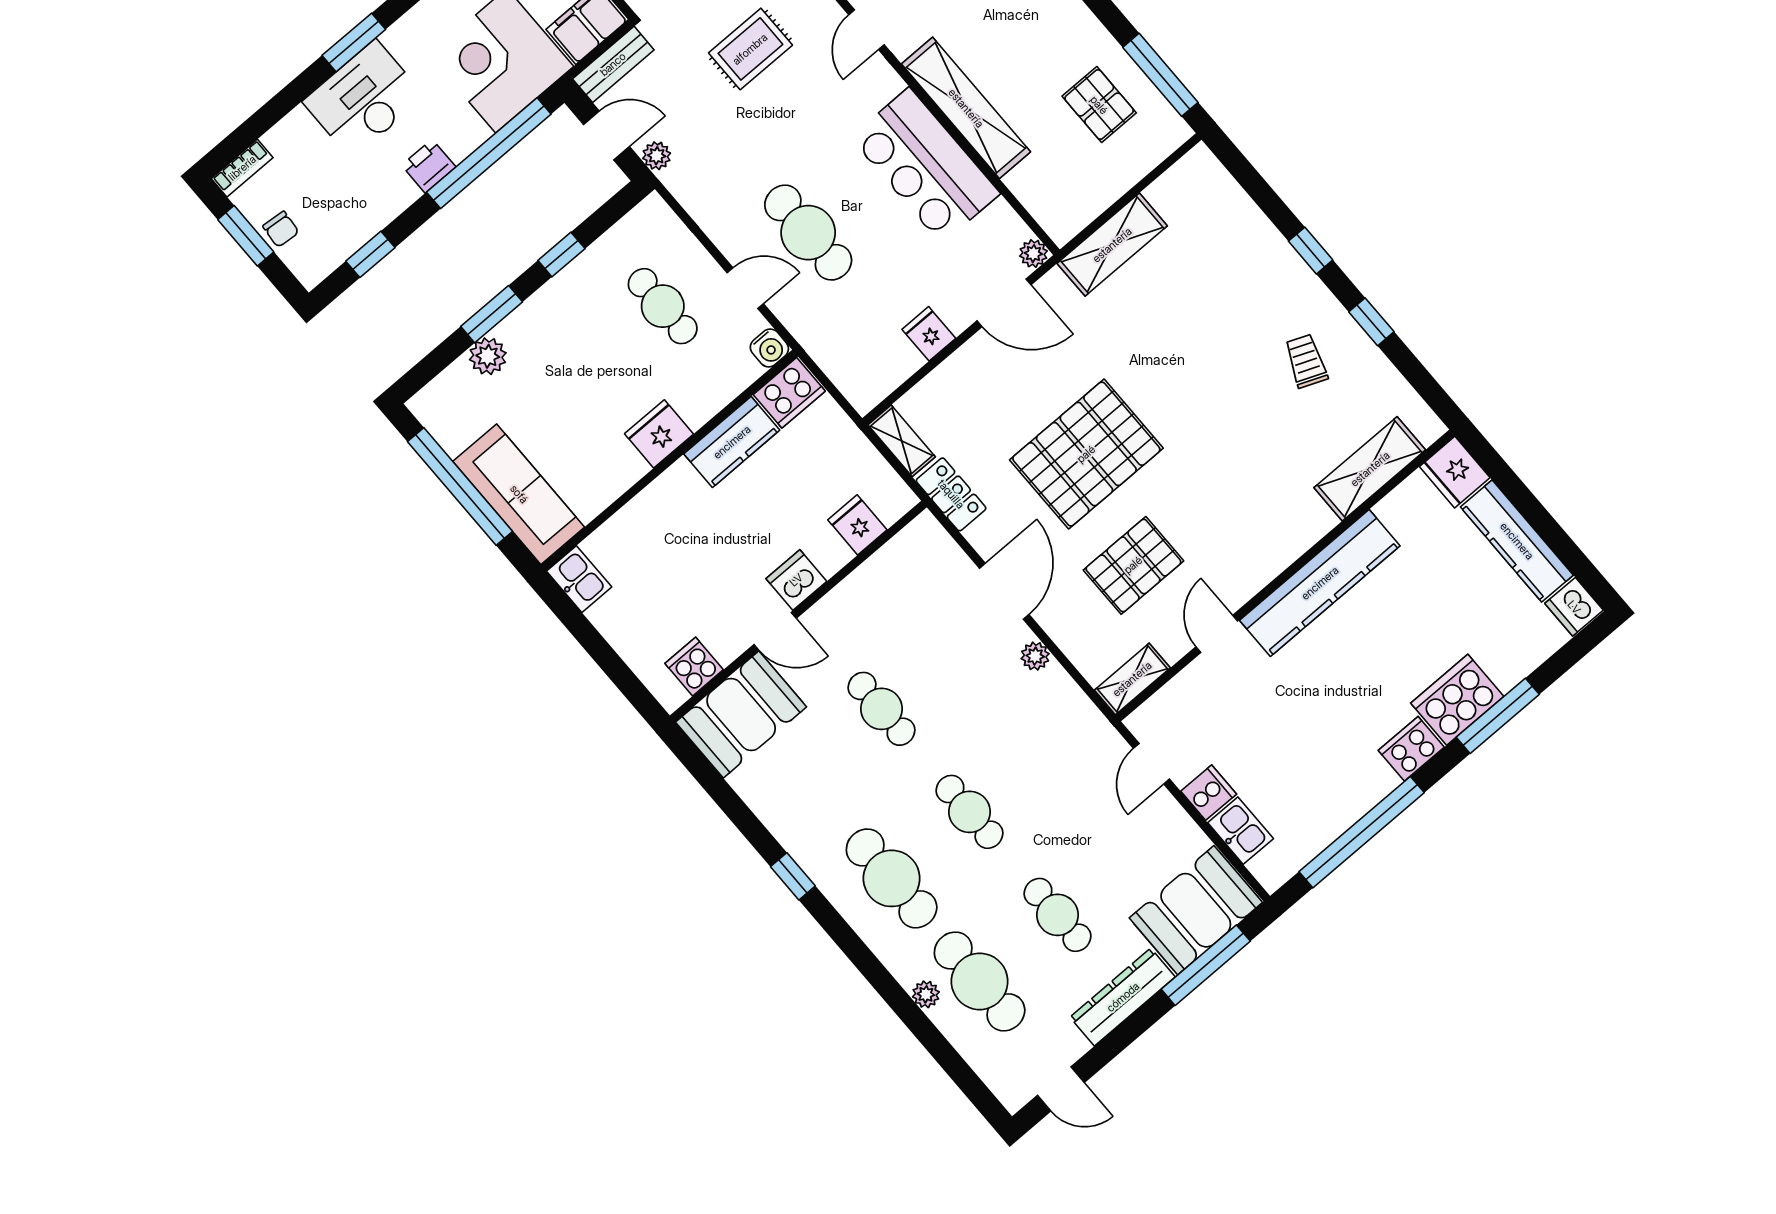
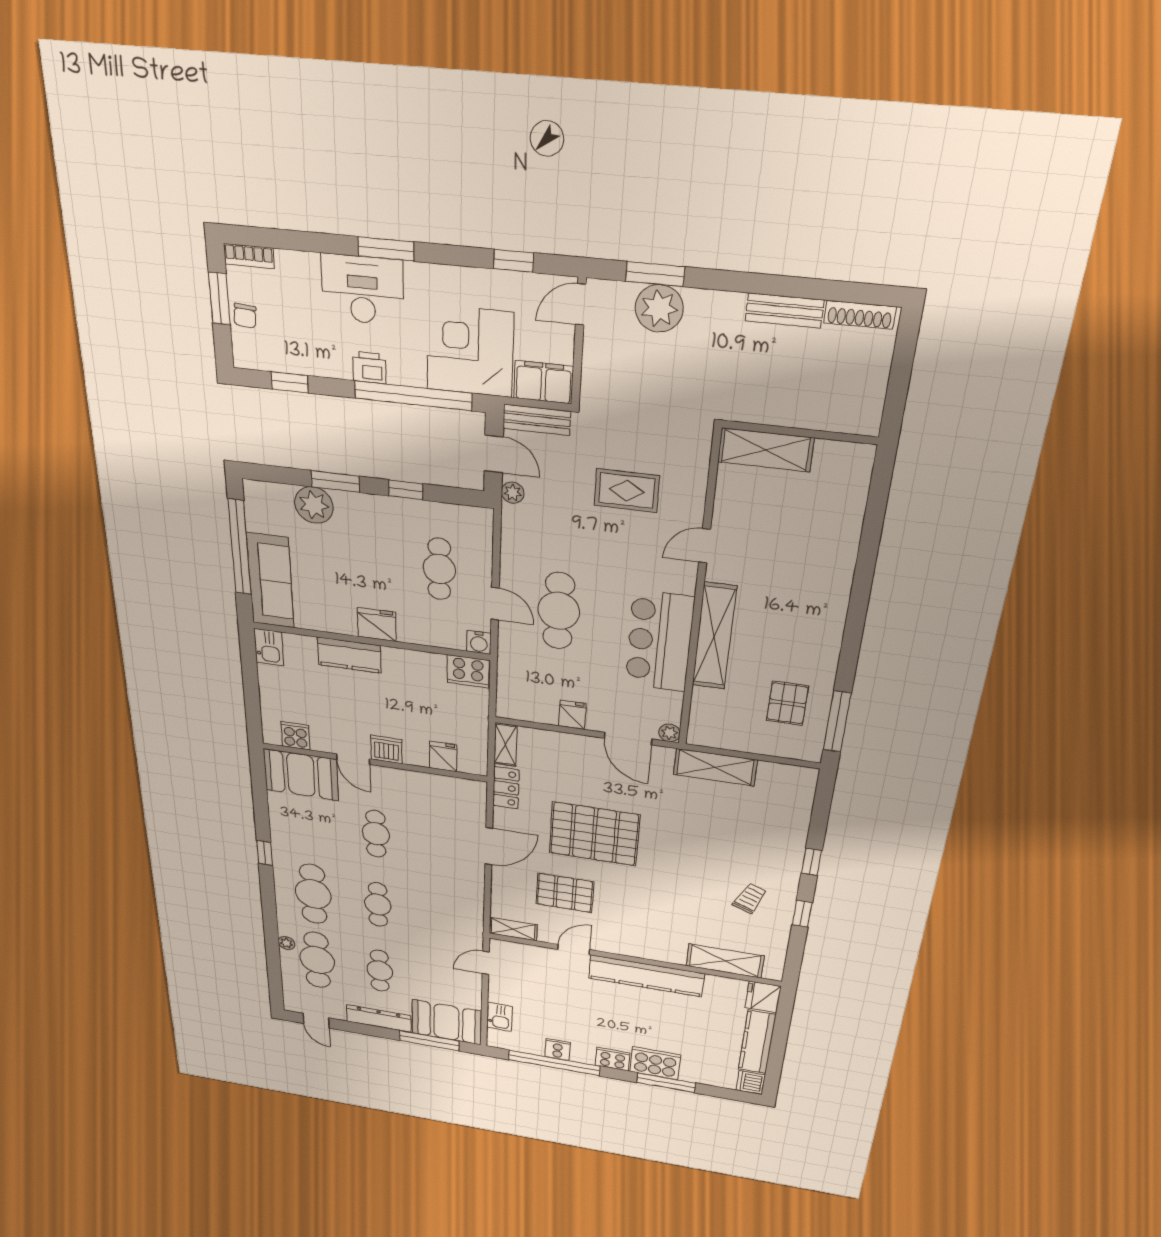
plant: (488, 356) -> (314, 505), width x1.36, depth x1.36
kitchen counter: (732, 442) -> (349, 655), moved
plant: (1035, 656) -> (476, 881), removed
cooker: (1209, 793) -> (558, 1049), moved, turned -90

